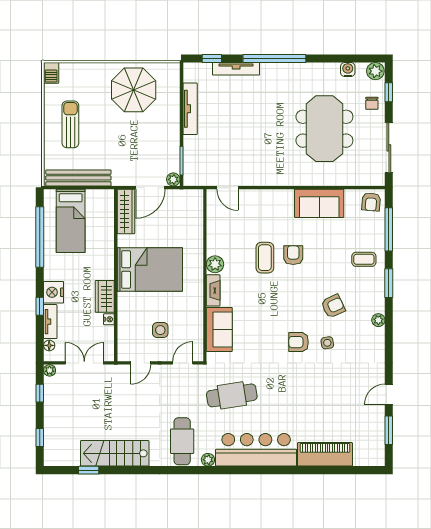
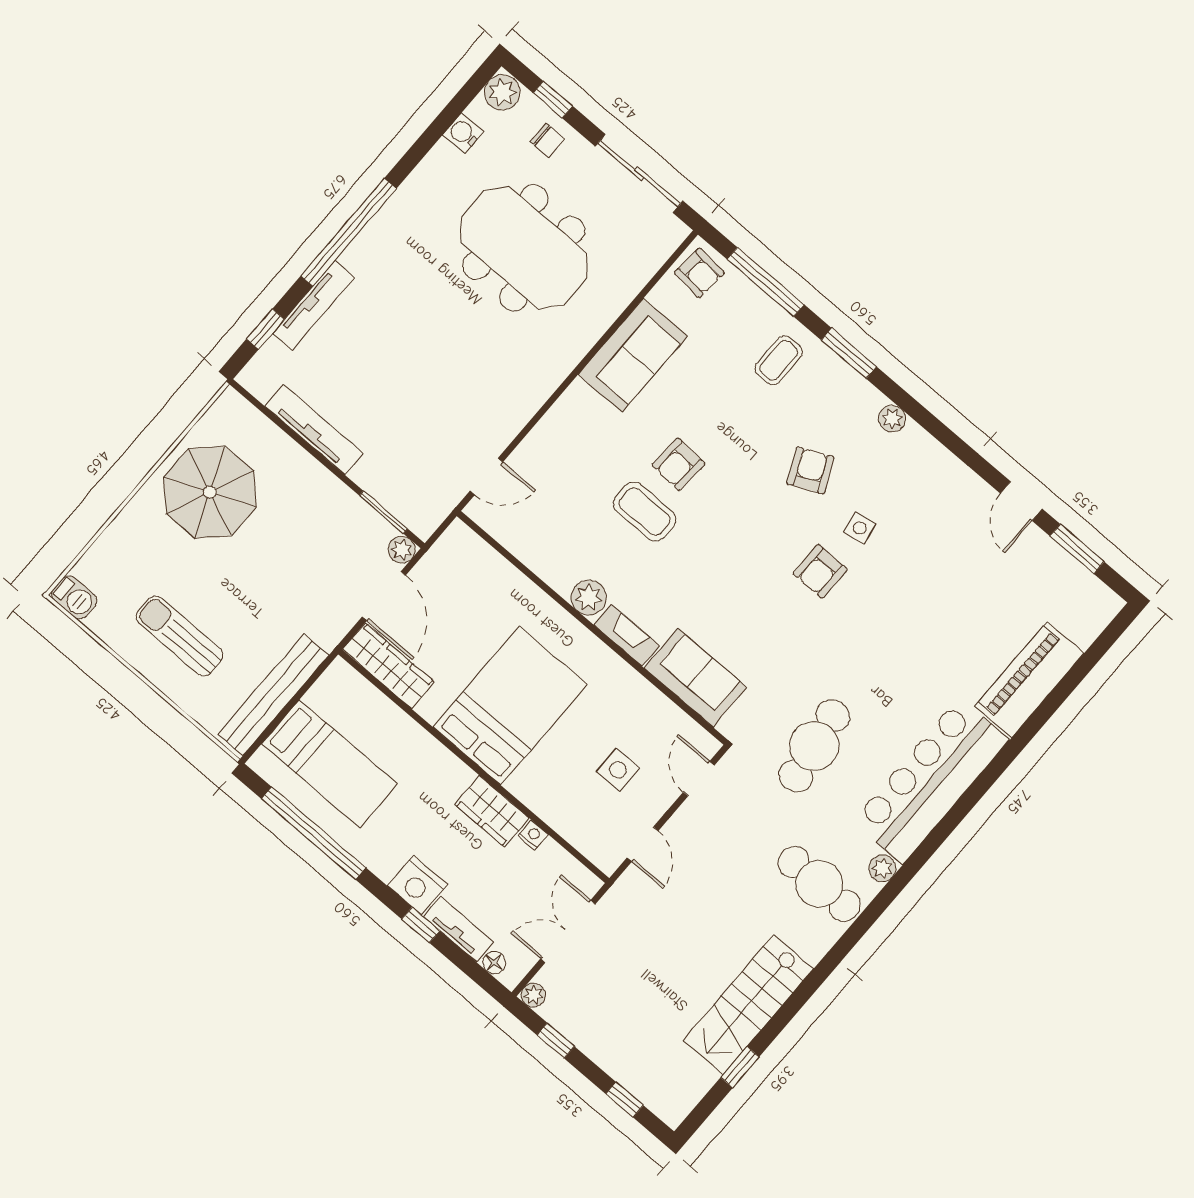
armchair: (293, 255) -> (678, 464), turned -87

